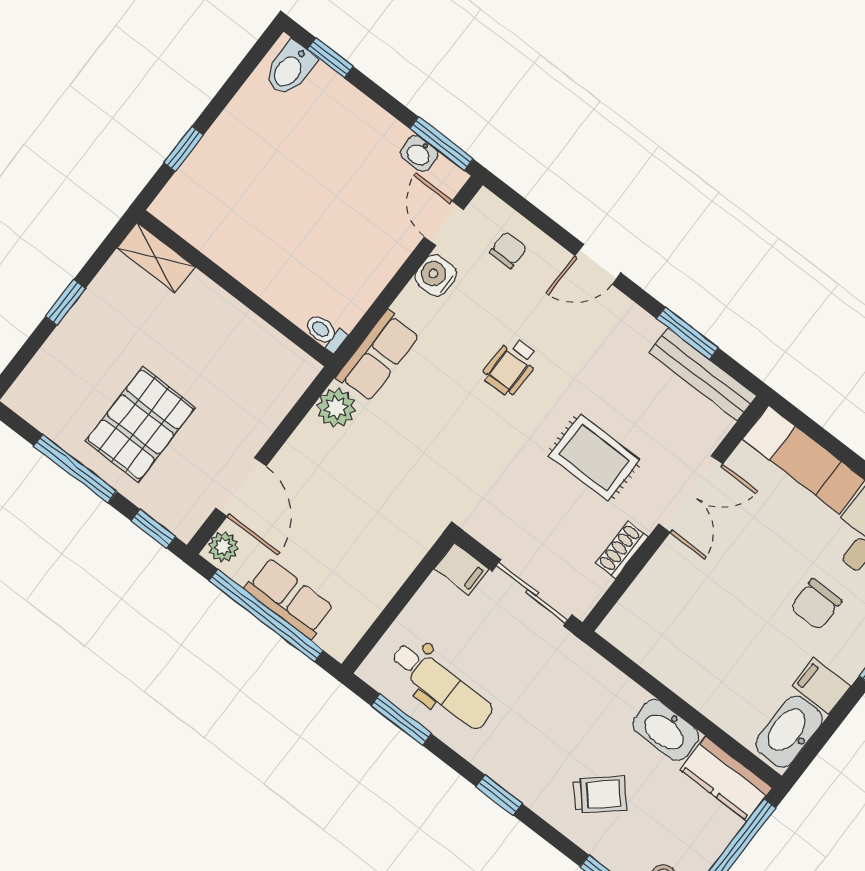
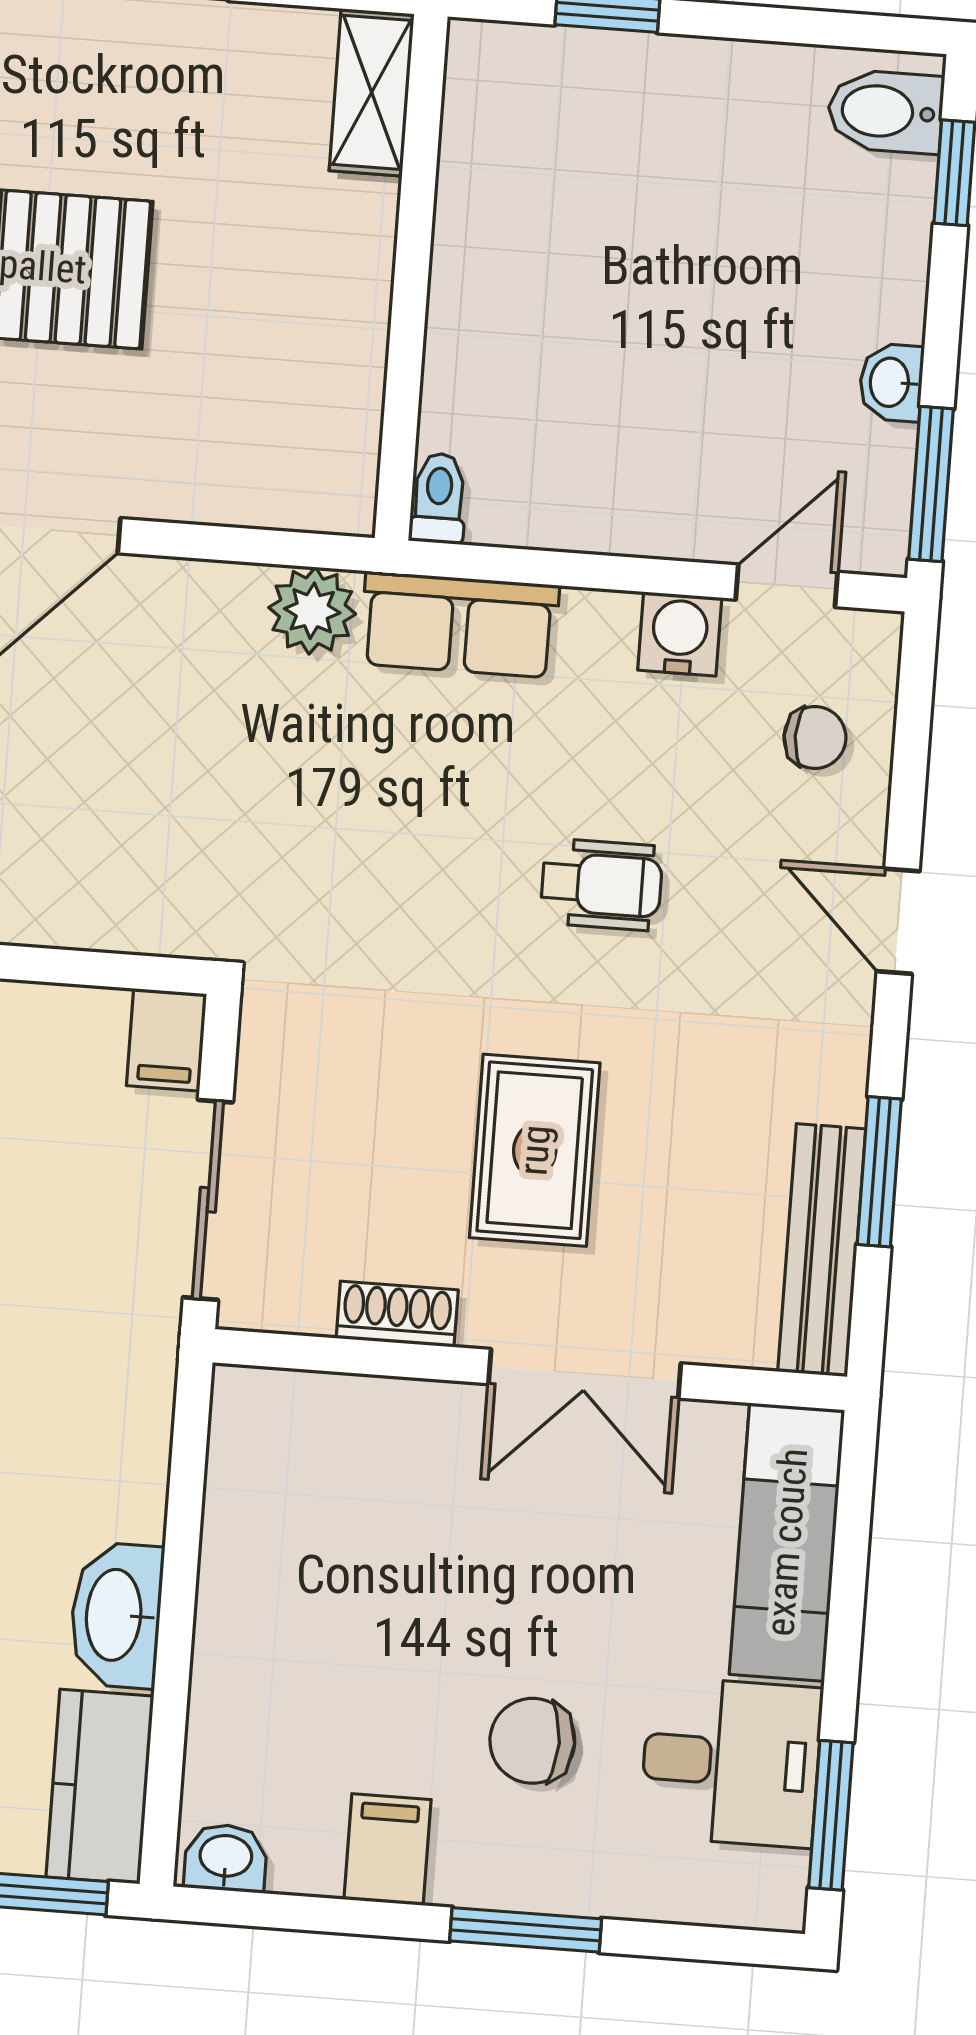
washbasin: (419, 153) -> (891, 382), moved
wheelchair: (511, 367) -> (602, 884), turned 180
washbasin: (789, 732) -> (226, 1858), width x0.52, depth x0.69

